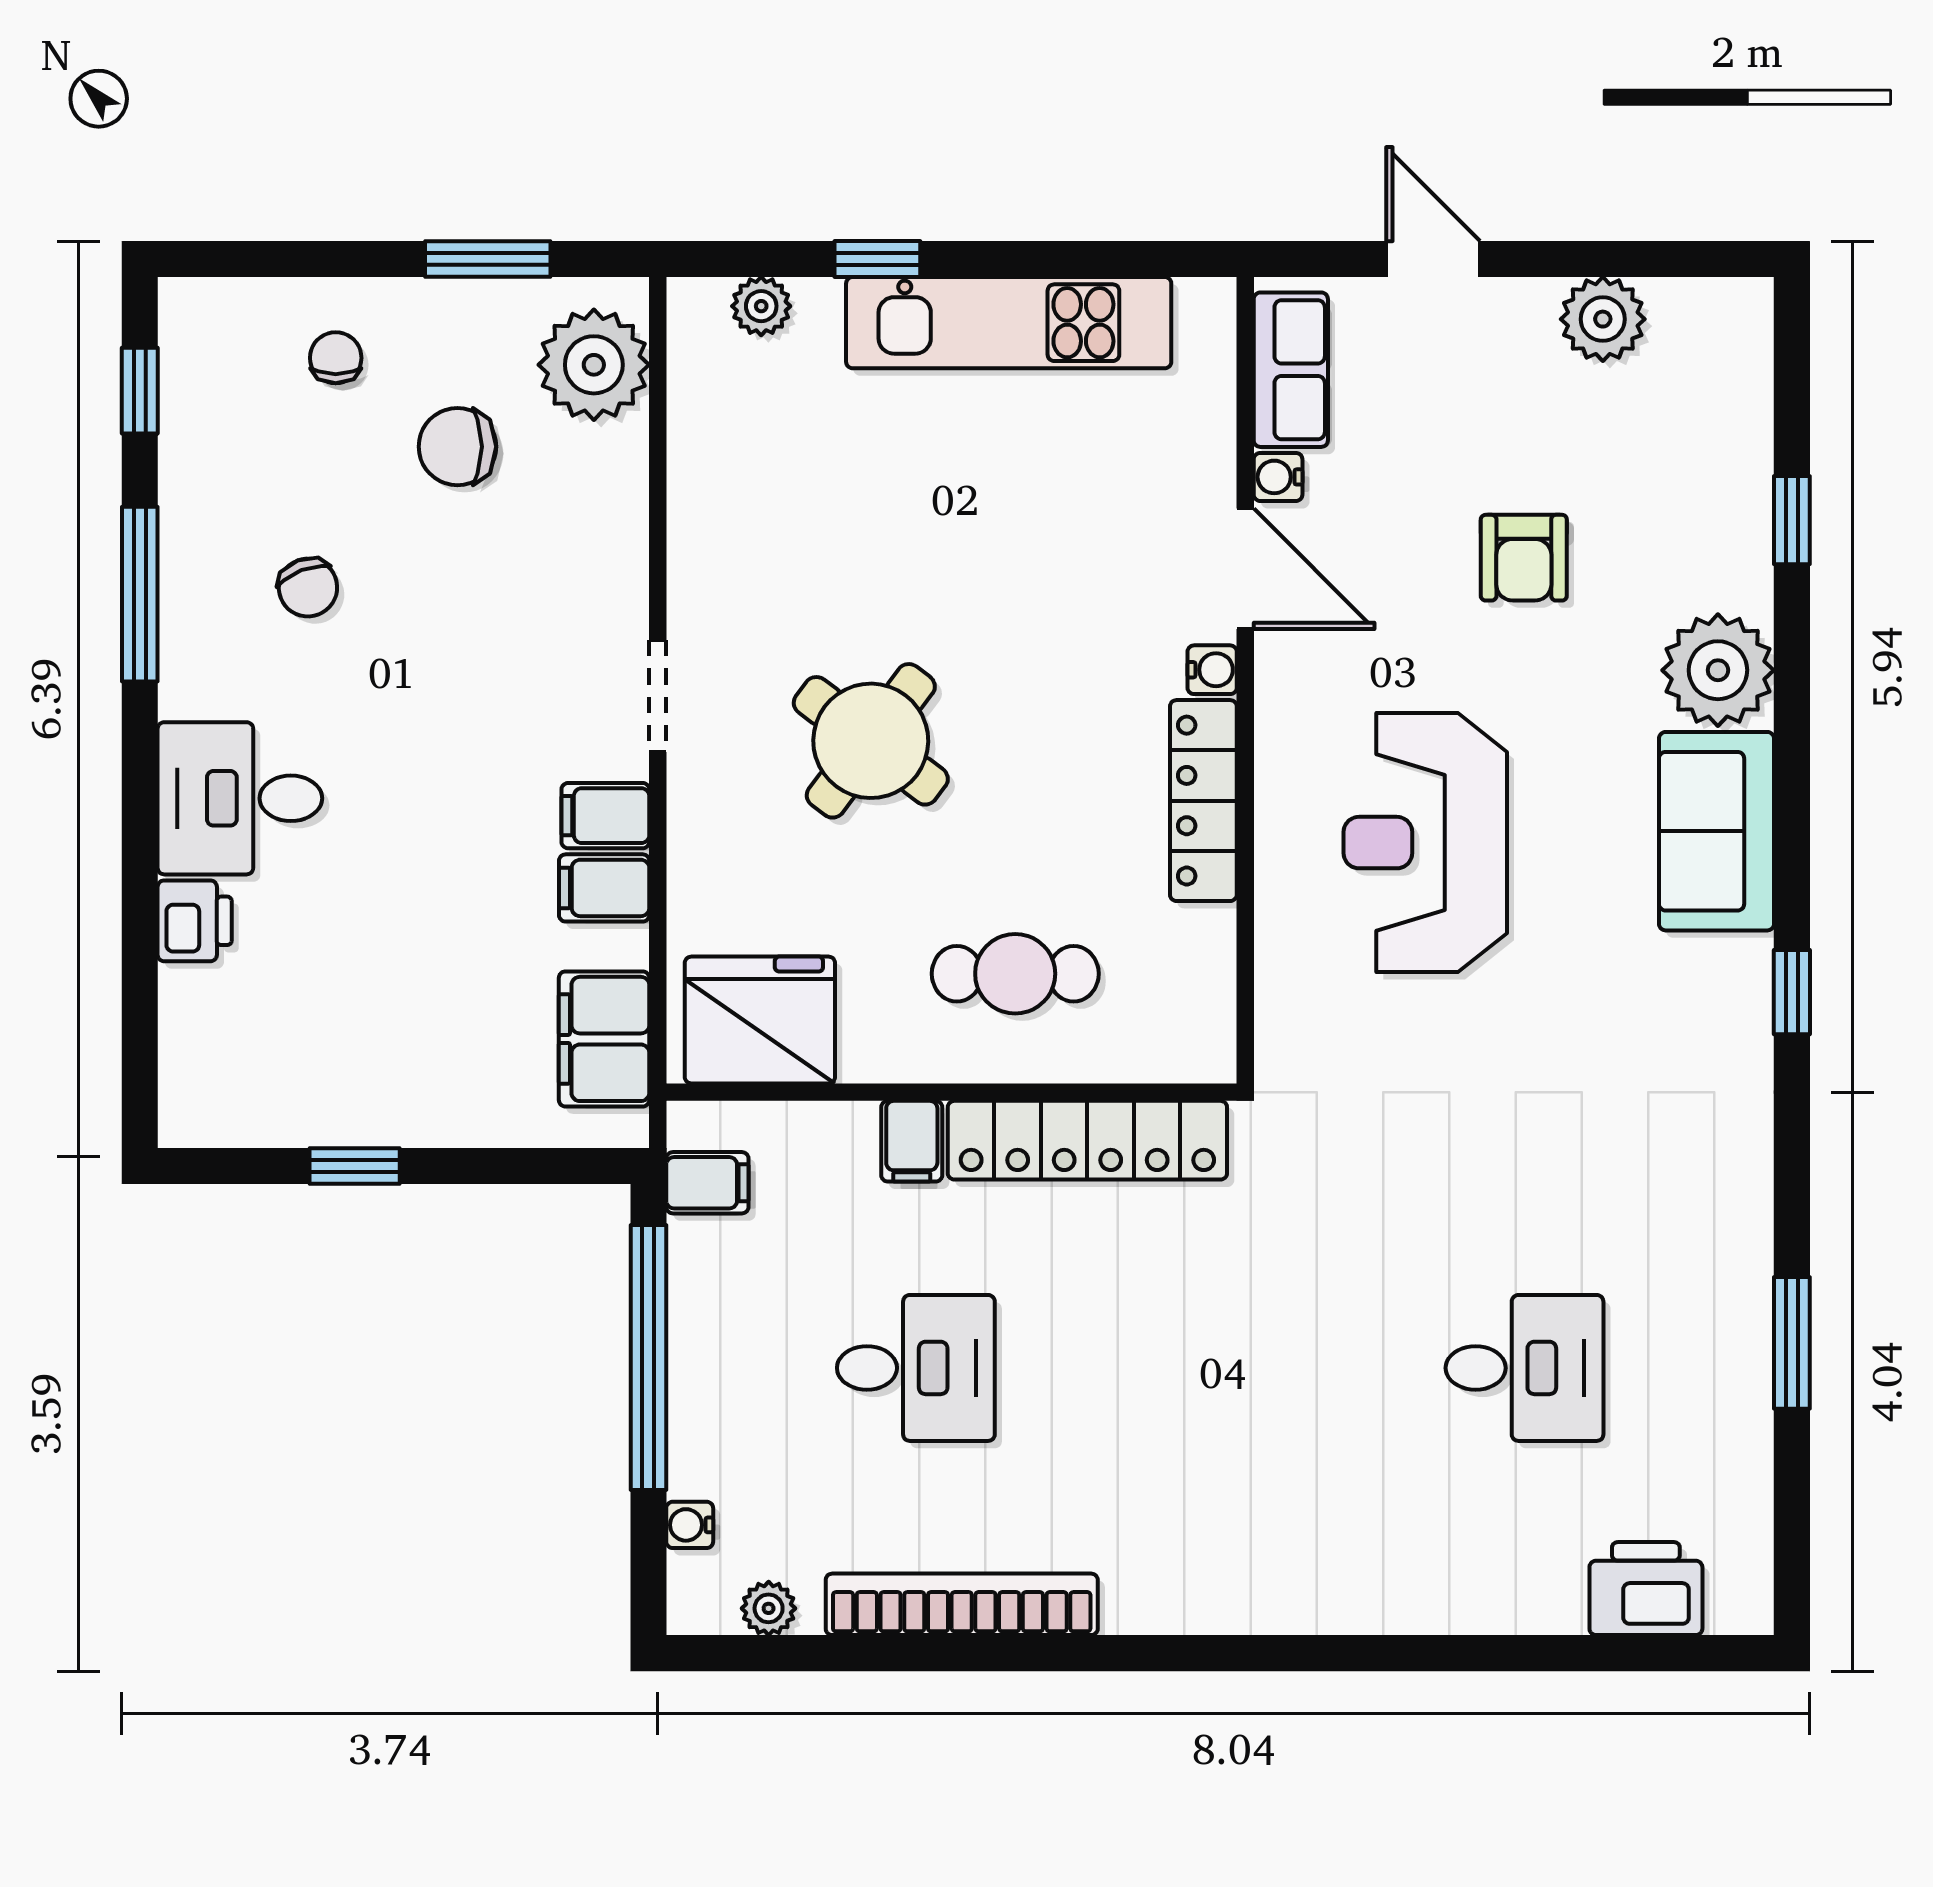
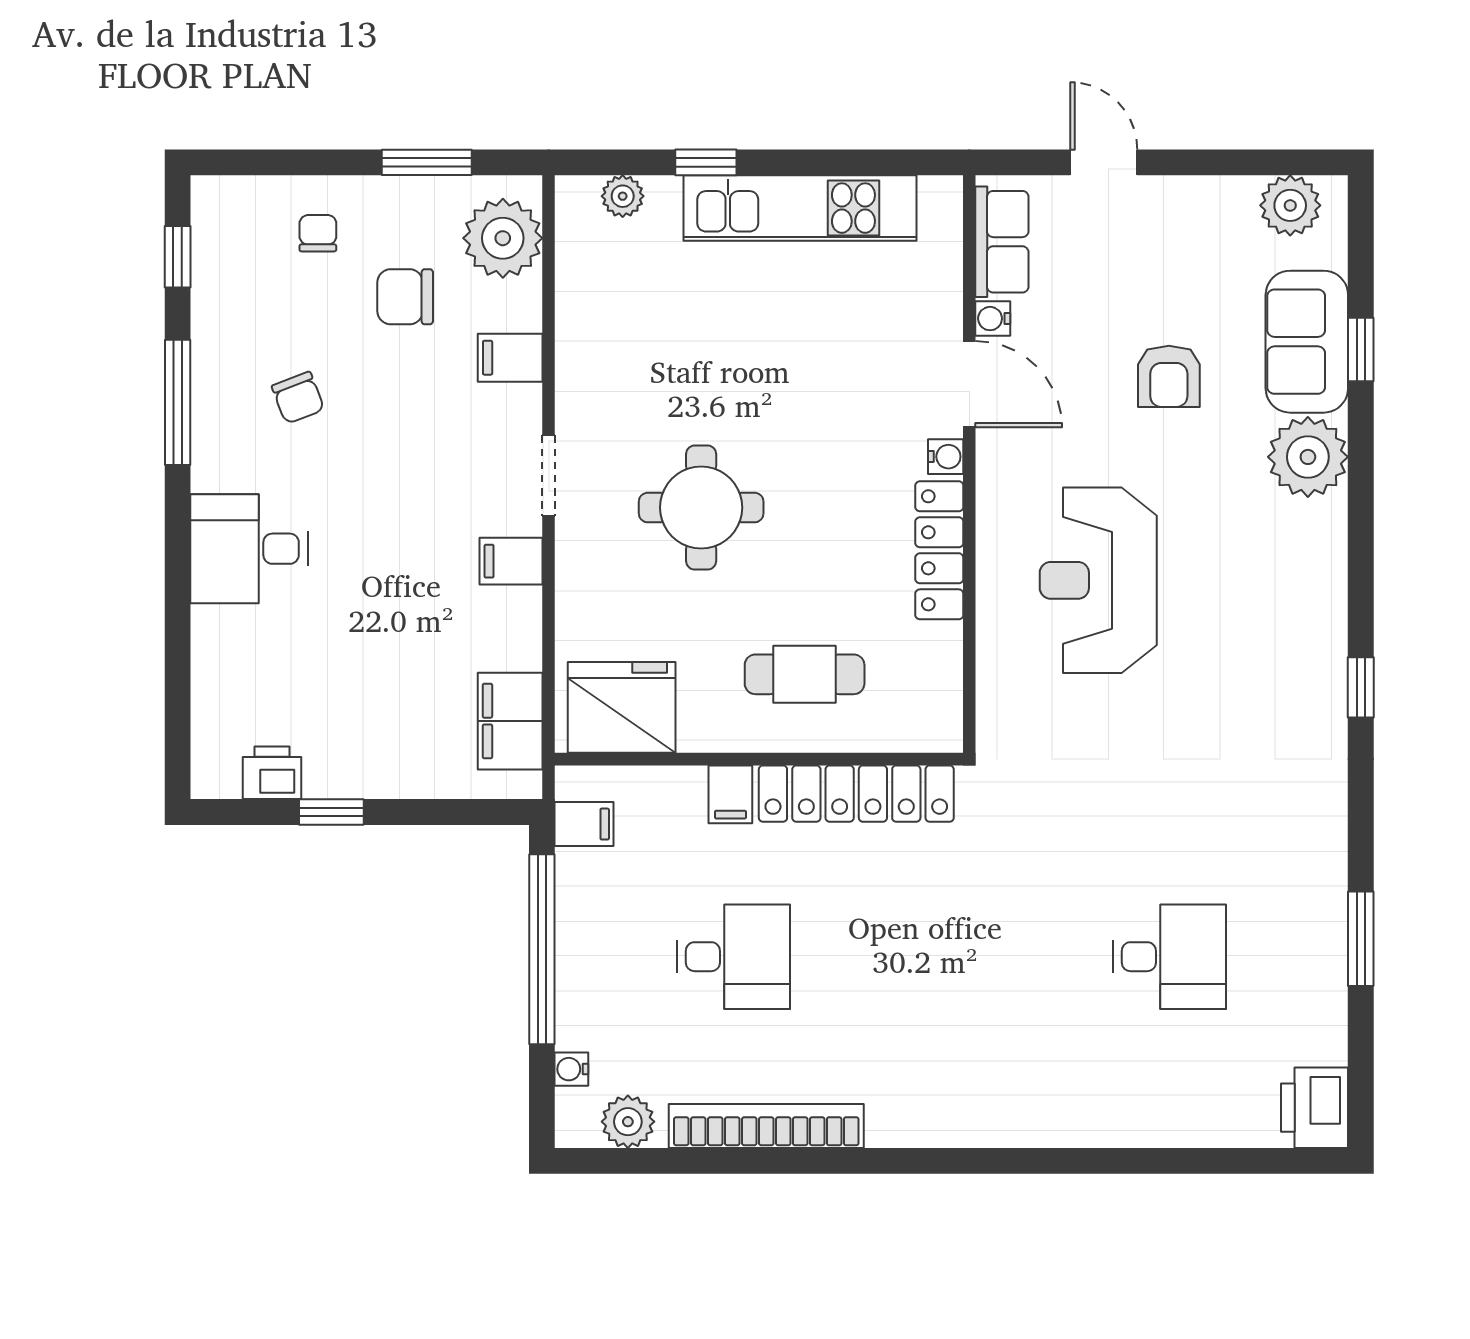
plant: (1603, 319) -> (1290, 205), moved
round table: (871, 741) -> (701, 508), turned -37
sofa: (1717, 831) -> (1307, 342), moved
filing cabinet: (604, 888) -> (510, 358), moved
printer: (195, 921) -> (272, 773), moved, turned -90
printer: (1646, 1589) -> (1315, 1108), moved, turned -90
plant: (769, 1608) -> (628, 1122), width x1.38, depth x1.38

